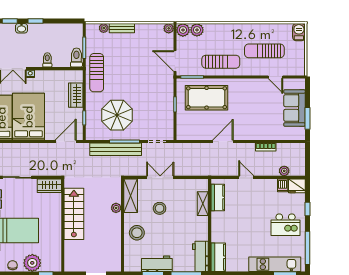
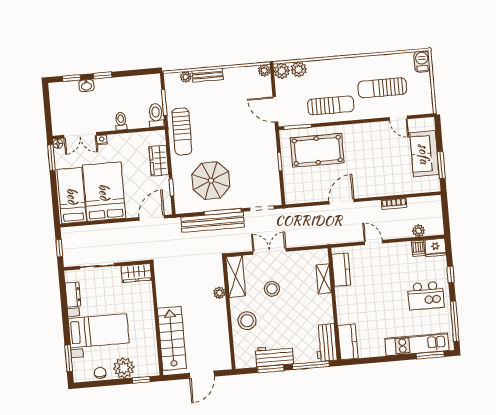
stairs: (74, 214) -> (172, 338), moved

